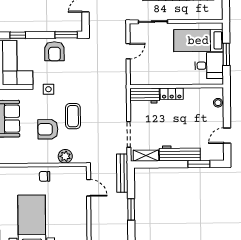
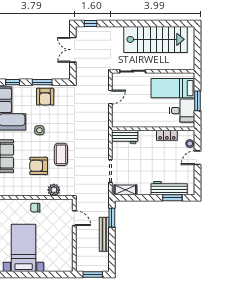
window: (66, 35) -> (42, 82), moved
locker: (172, 94) -> (167, 135), moved
door: (227, 136) -> (198, 158), moved
workbench: (180, 153) -> (169, 188), moved
bench: (122, 173) -> (104, 234), moved
window: (131, 209) -> (112, 218), moved

